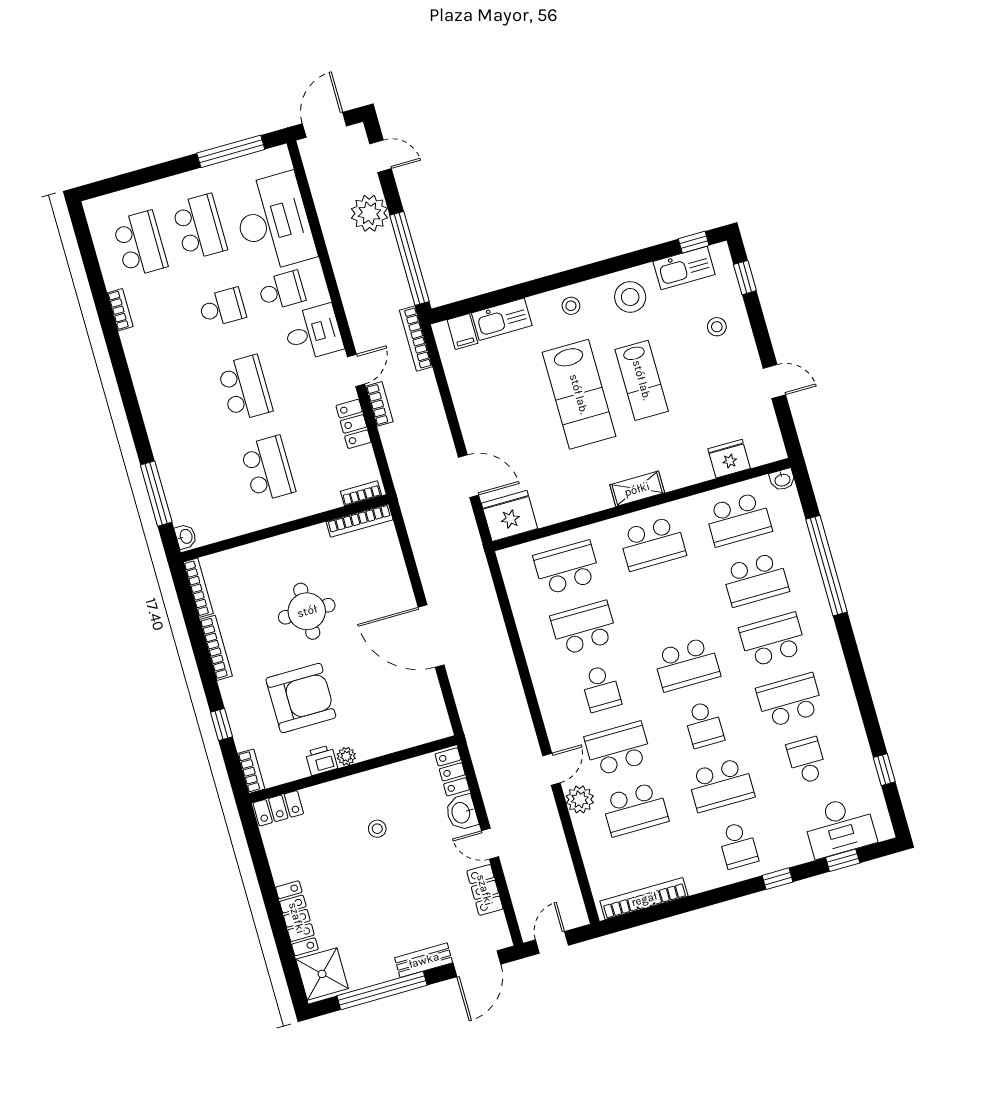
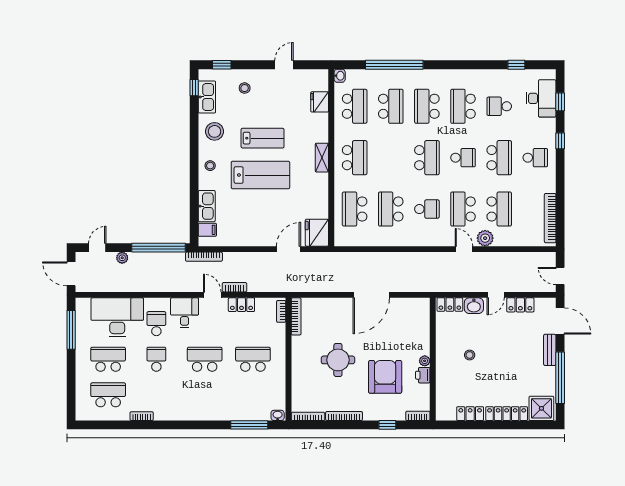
plant: (369, 213) -> (122, 258), width x0.53, depth x0.53
locker: (278, 808) -> (470, 414), moved, turned -90

